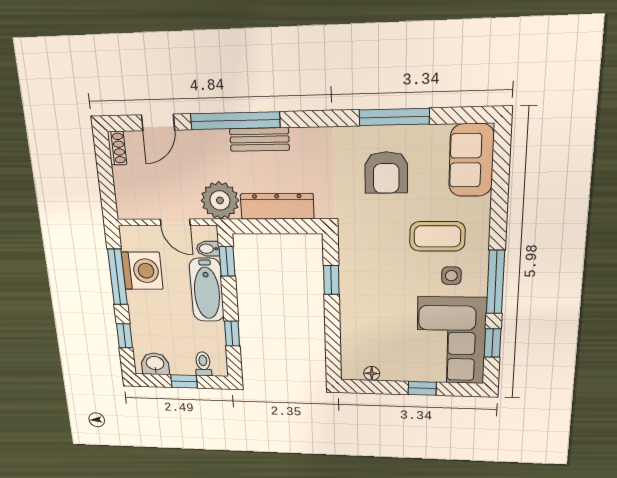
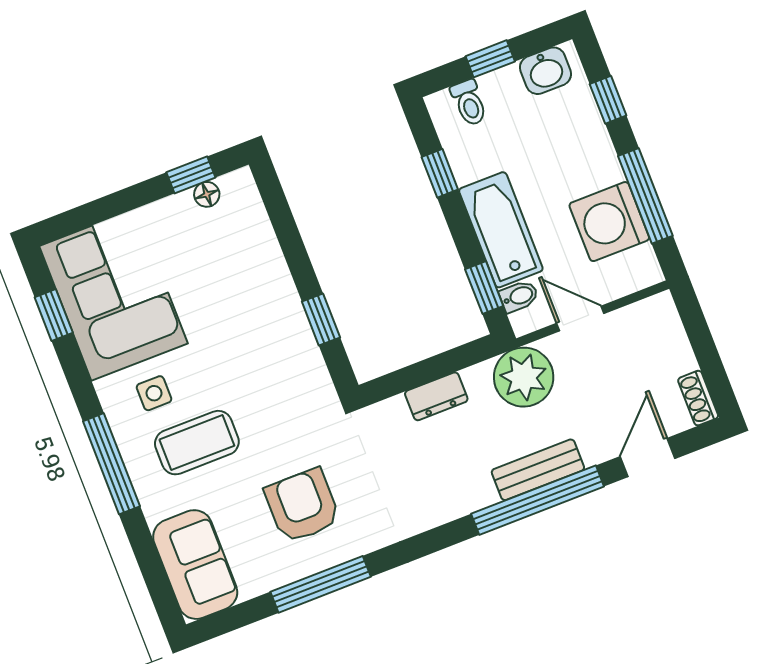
bench: (259, 139) -> (538, 470), moved
dresser: (277, 206) -> (436, 396), width x0.51, depth x0.80
window: (495, 282) -> (111, 464), moved
window: (422, 388) -> (191, 175), moved

